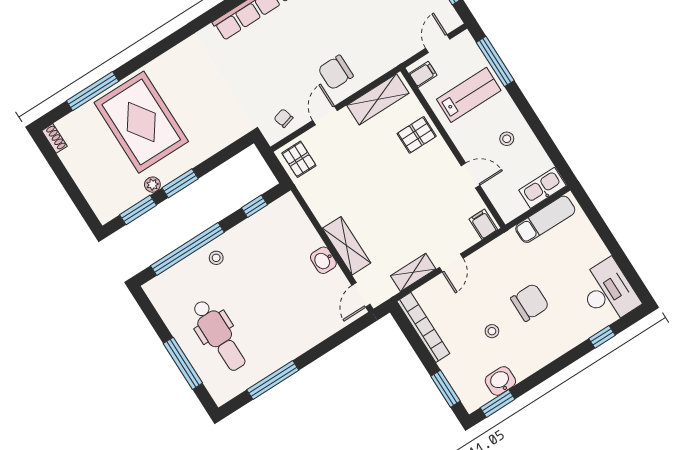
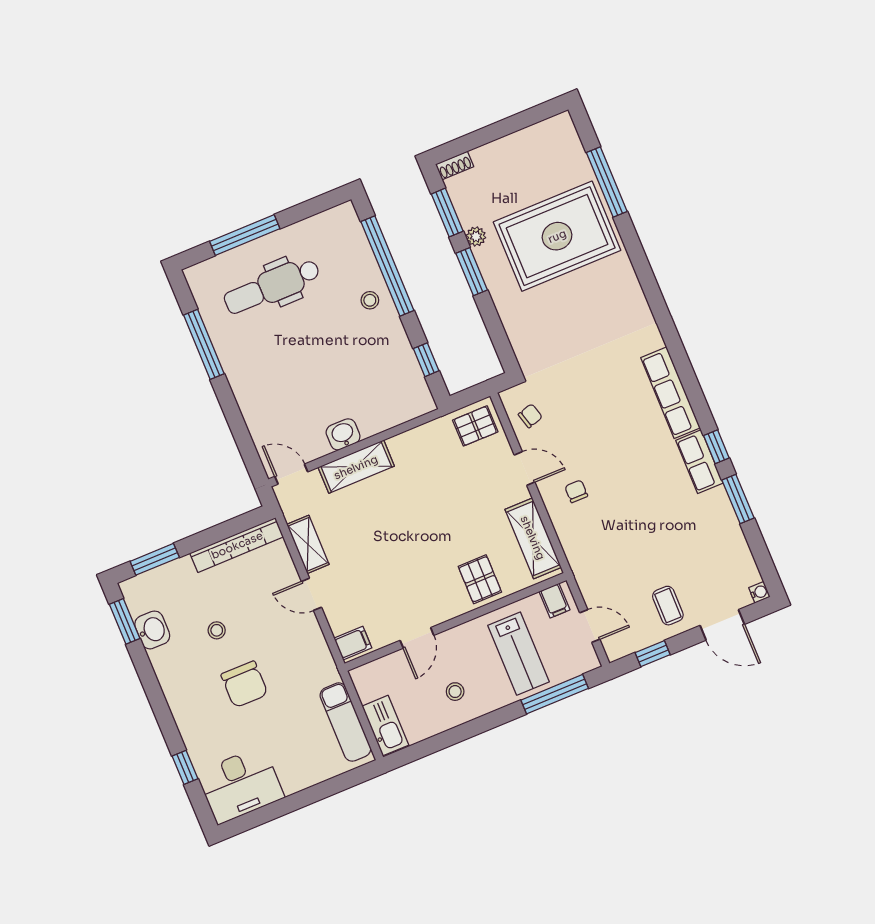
chair: (336, 72) -> (576, 491), width x0.54, depth x0.54
shoe rack: (54, 138) -> (455, 165), moved

